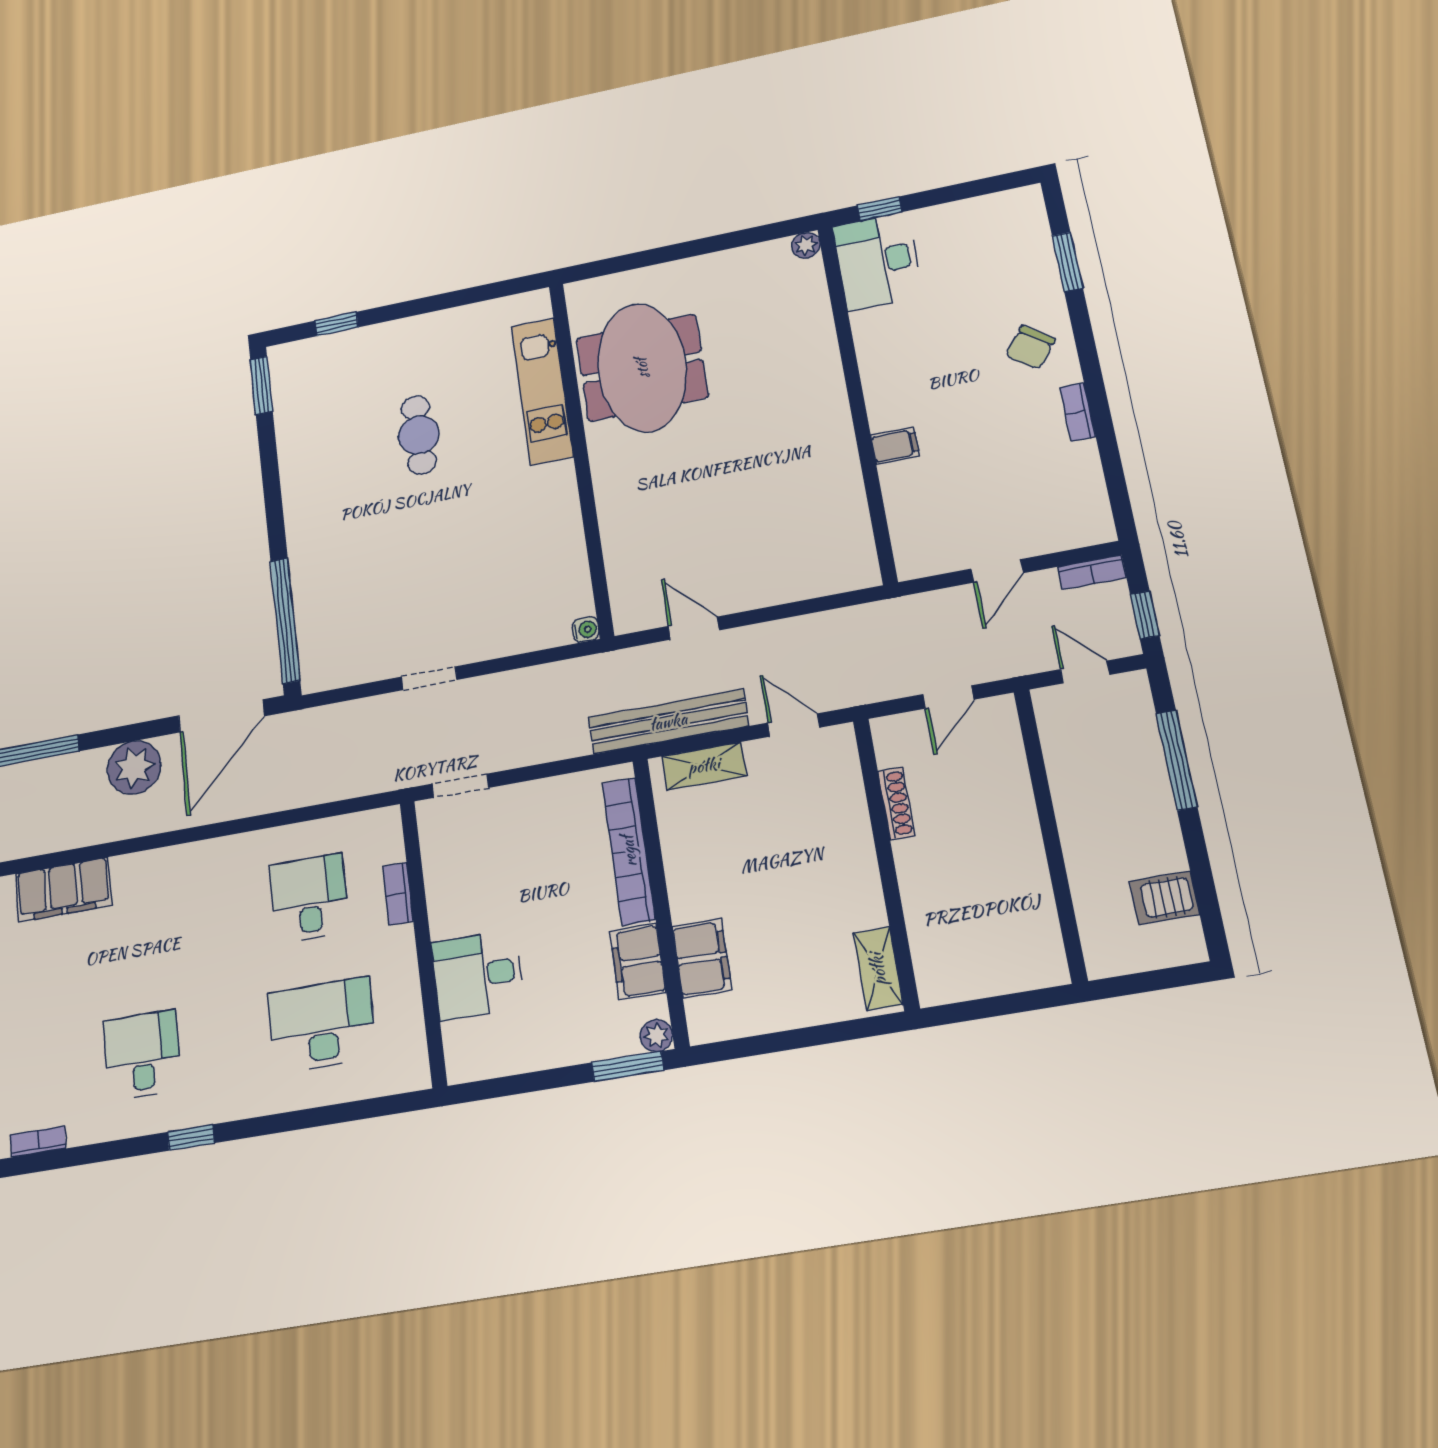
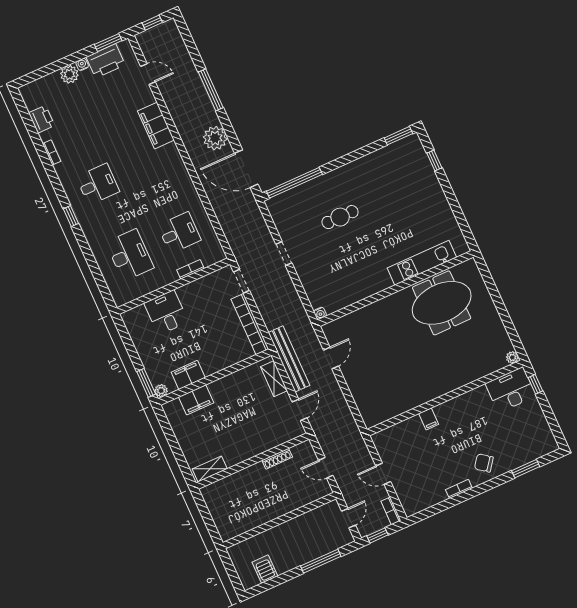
cafe table: (419, 435) -> (340, 217), moved
bookcase: (629, 851) -> (250, 324), moved, turned -90

